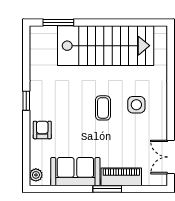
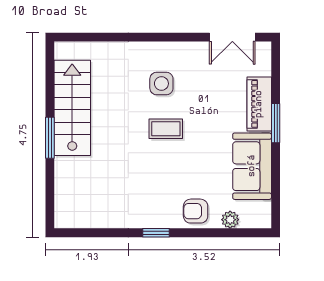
window: (58, 22) -> (50, 138), moved
stairs: (106, 46) -> (72, 108), width x0.73, depth x0.66
plant: (36, 175) -> (230, 220), moved

